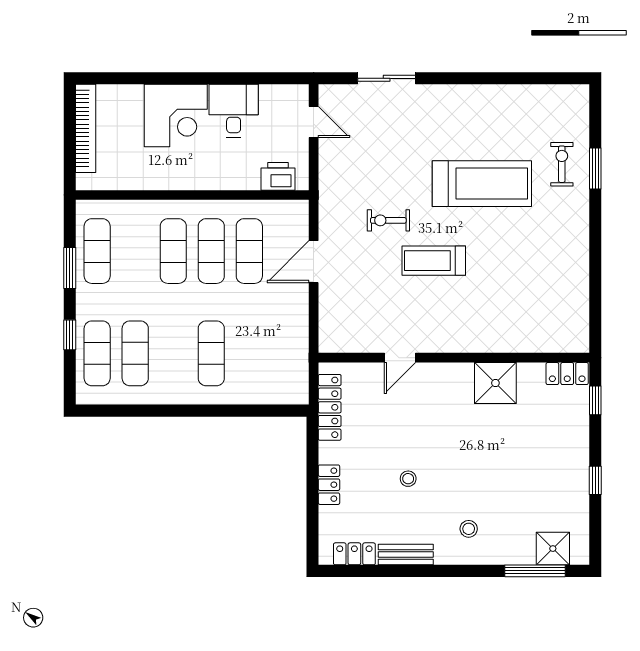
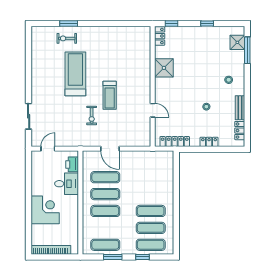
desk: (234, 111) -> (67, 184), moved, turned 180
exercise mat: (211, 353) -> (151, 211), moved

